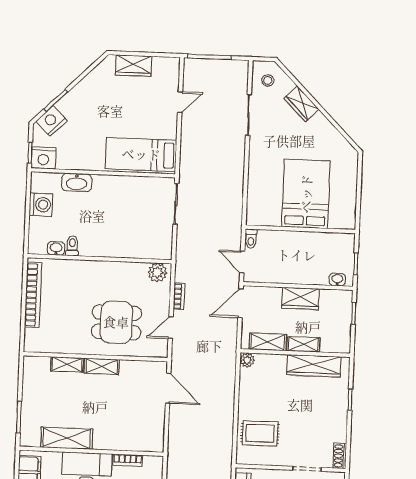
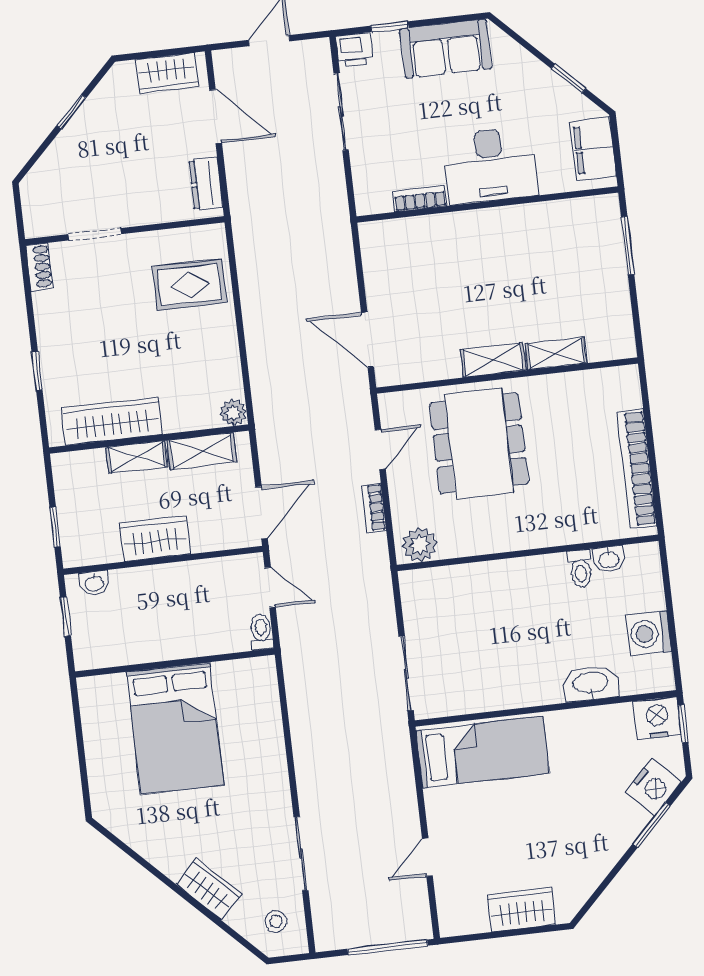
dining table: (116, 322) -> (479, 443), width x1.38
shelving: (67, 438) -> (536, 221), removed

